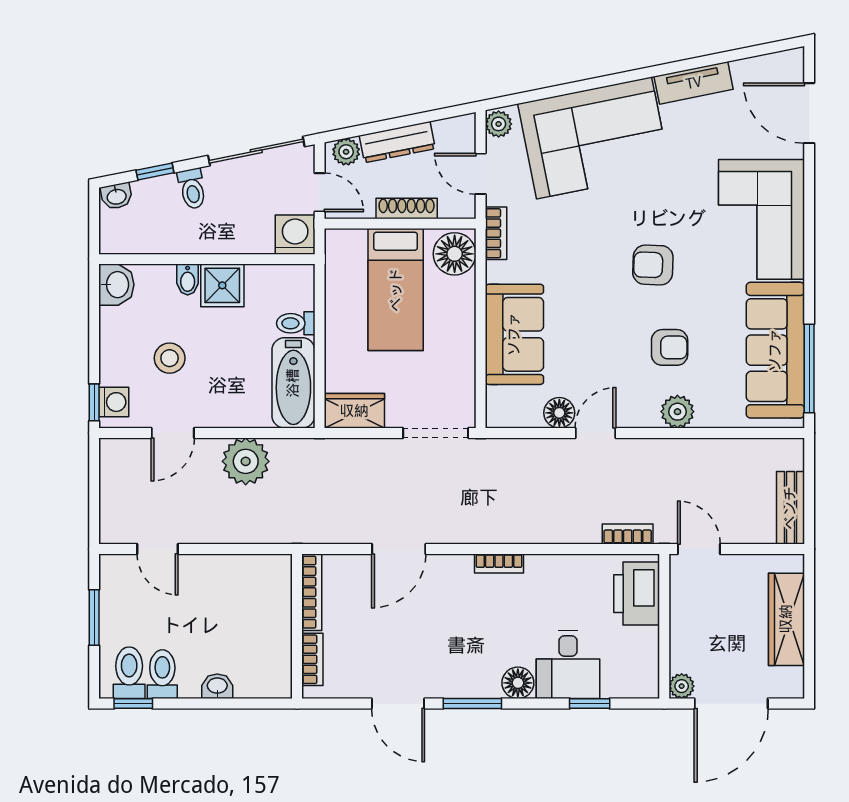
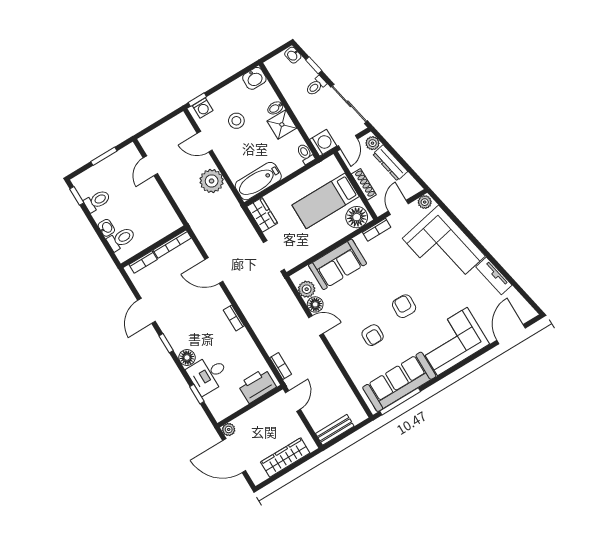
toilet: (296, 323) -> (305, 154), moved
plant: (677, 412) -> (307, 289), moved
toilet: (129, 673) -> (121, 239), moved
window: (472, 704) -> (166, 343), width x0.67

